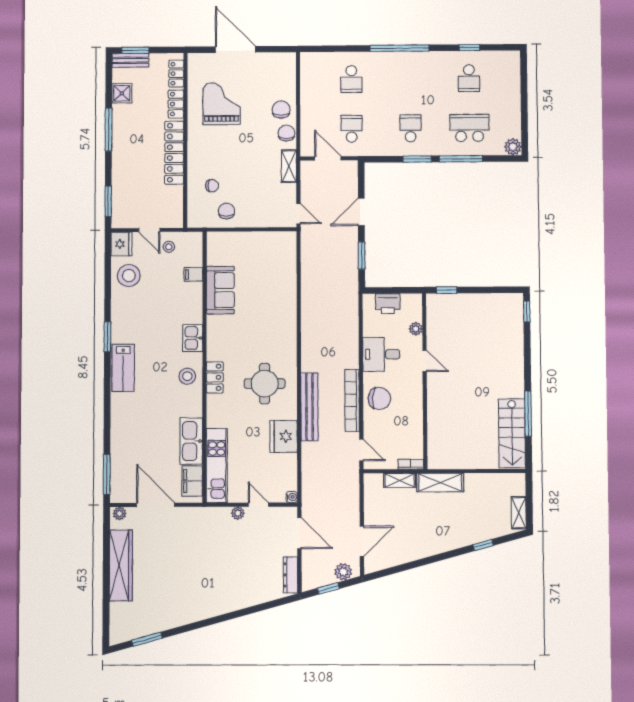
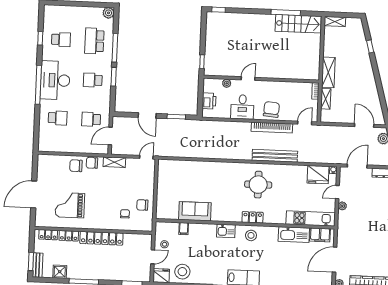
desk: (408, 73) -> (55, 80), added
fridge: (284, 436) -> (318, 175), moved
shelving: (519, 513) -> (335, 21), moved

